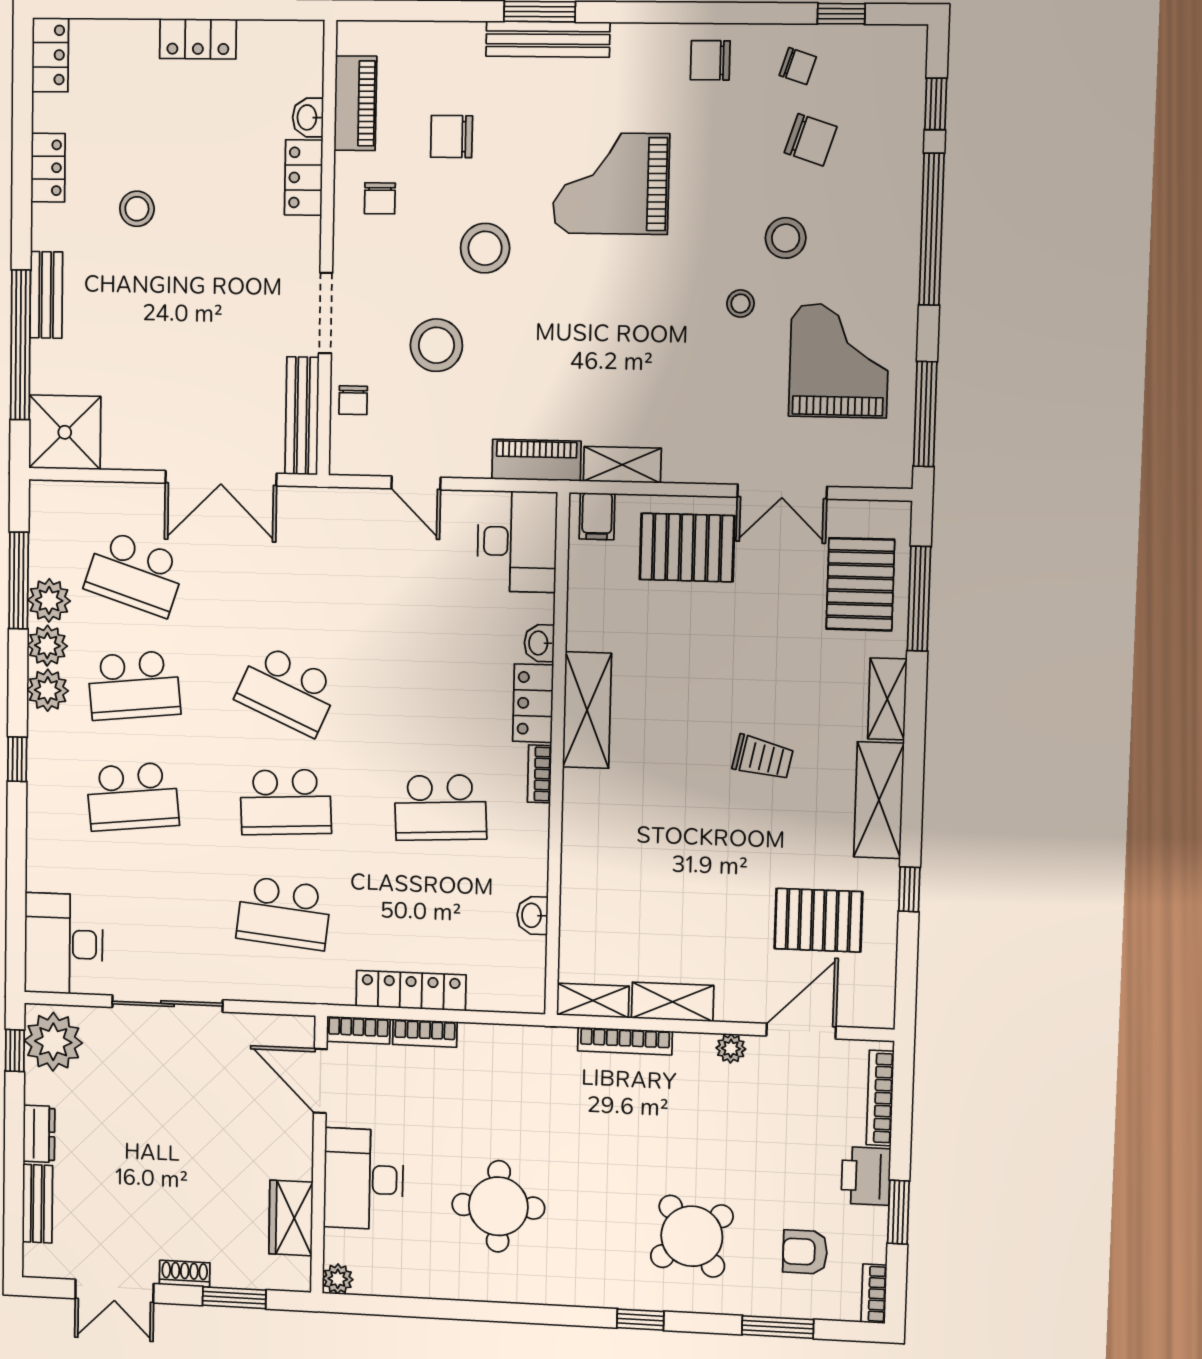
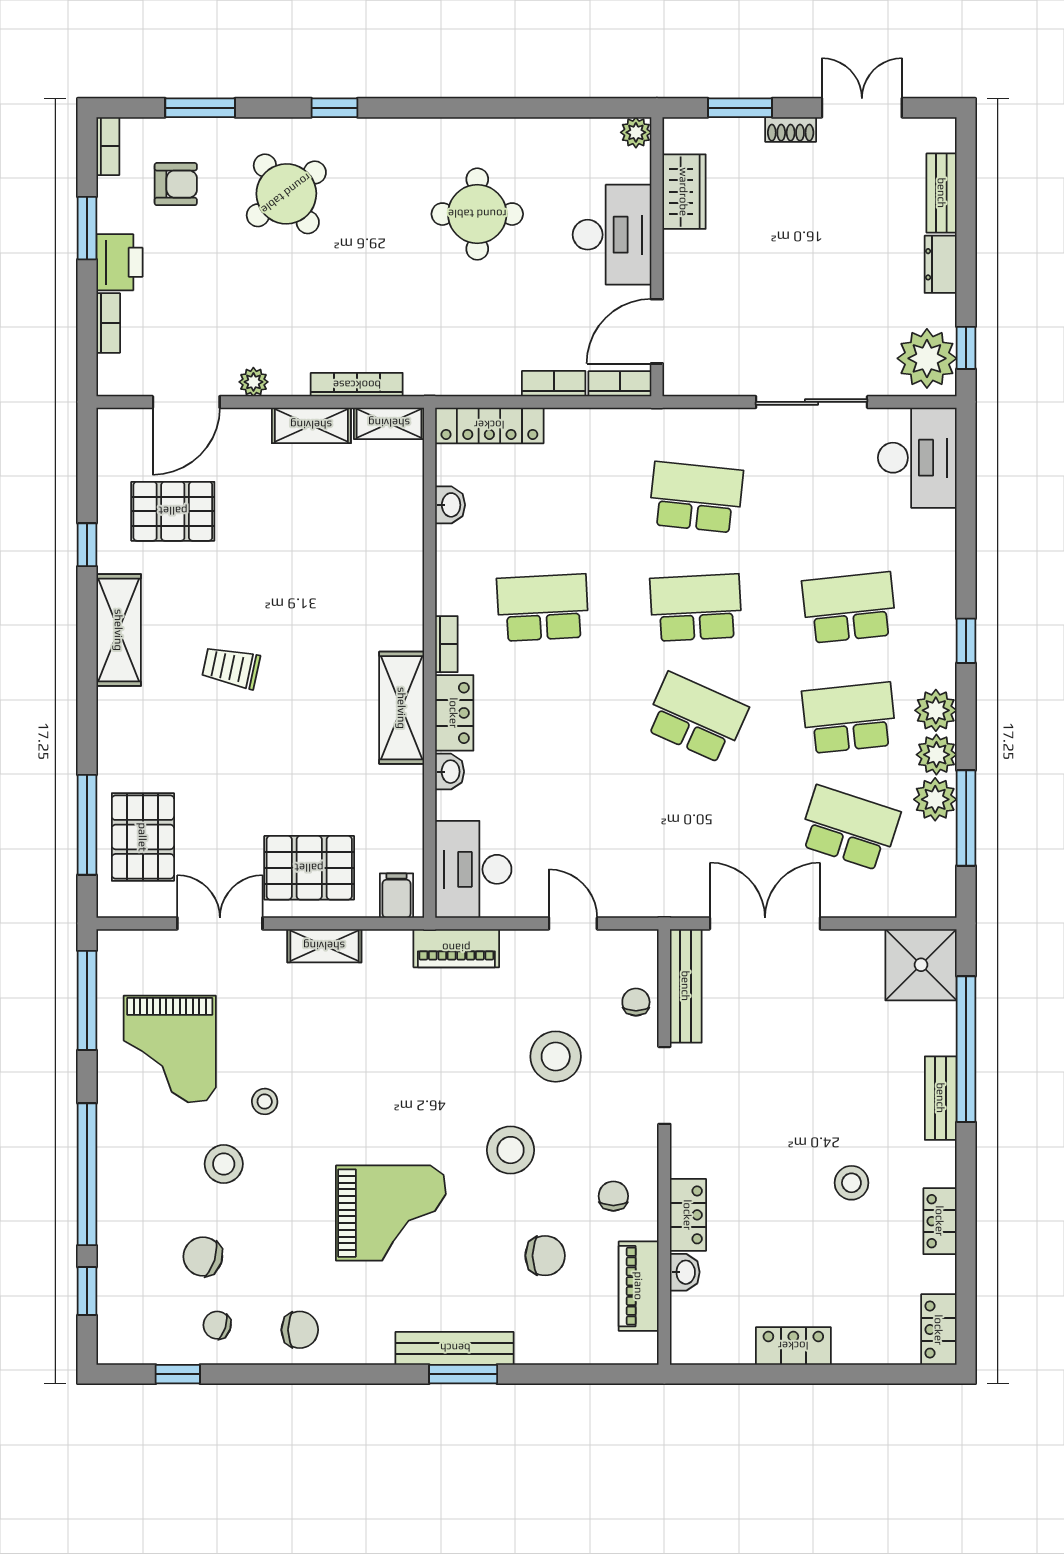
shelving: (622, 465) -> (324, 946), moved
shelving: (887, 699) -> (114, 728), removed
locker: (411, 991) -> (489, 425), moved
door: (320, 1081) -> (657, 331), swing flipped
bookcase: (880, 1098) -> (108, 323), width x0.64

